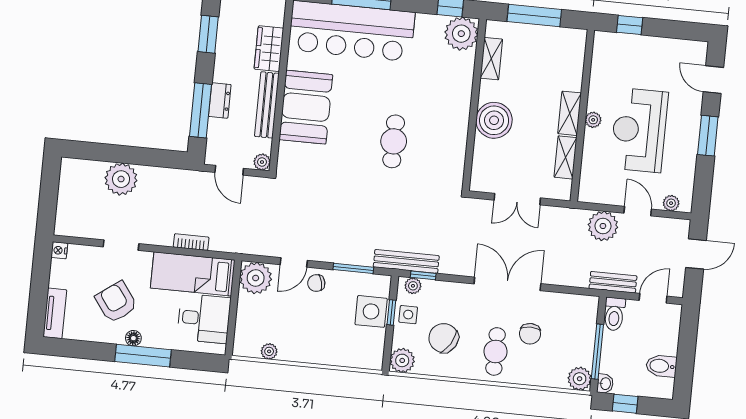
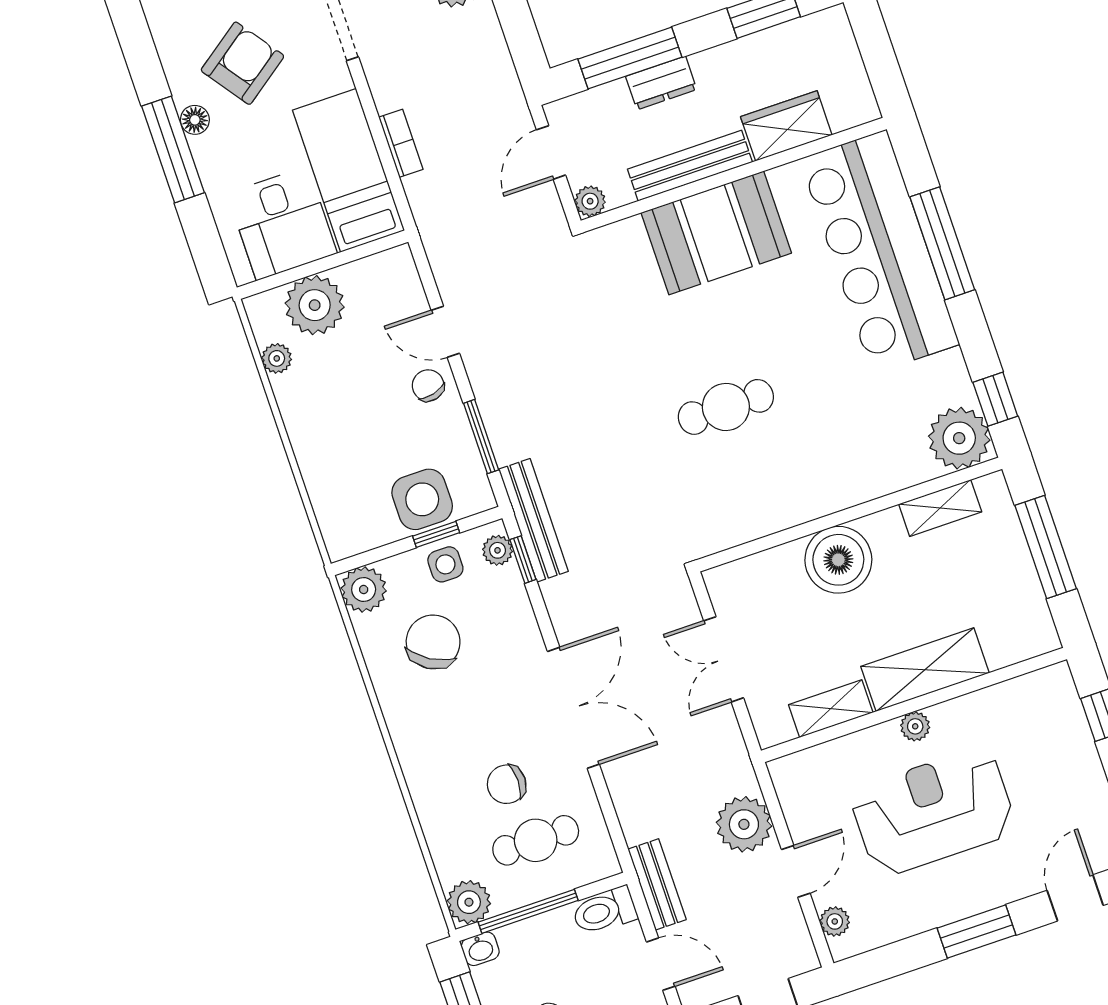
shelving: (570, 113) -> (925, 670), width x1.50, depth x1.33
plant: (256, 278) -> (315, 305), moved
cafe table: (496, 351) -> (536, 840), moved

